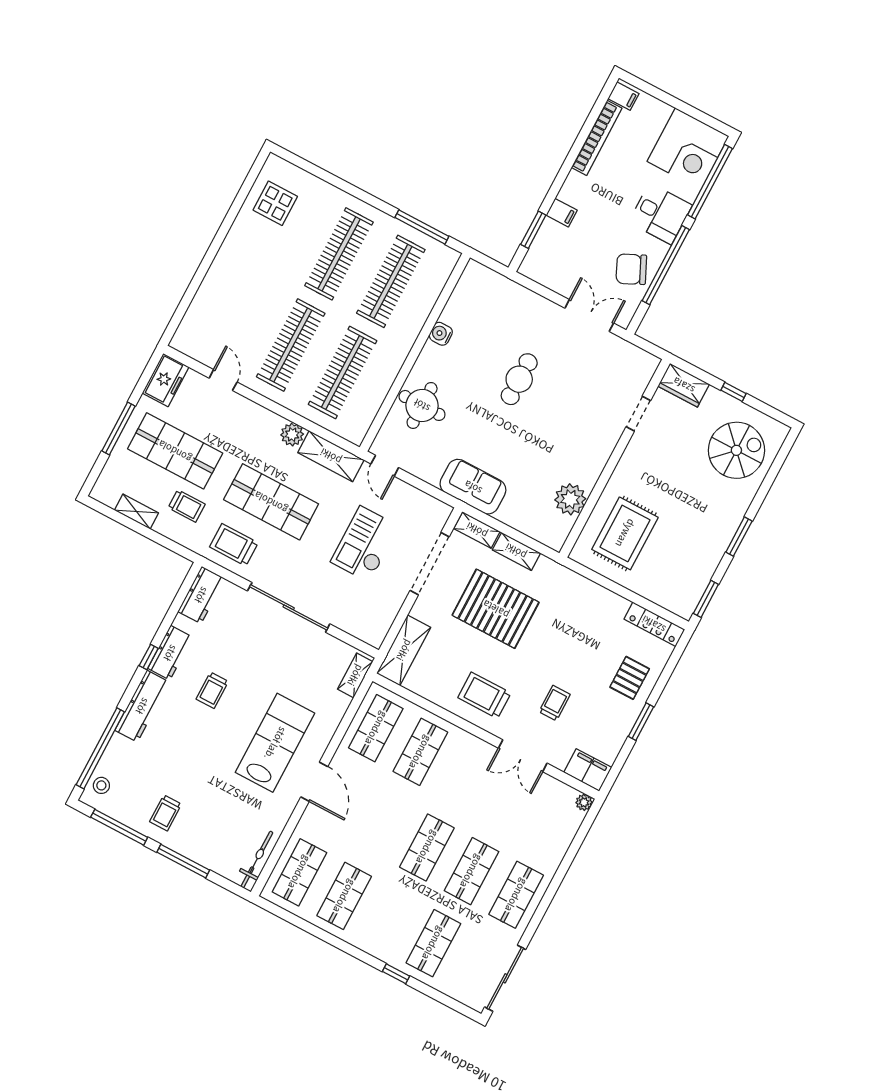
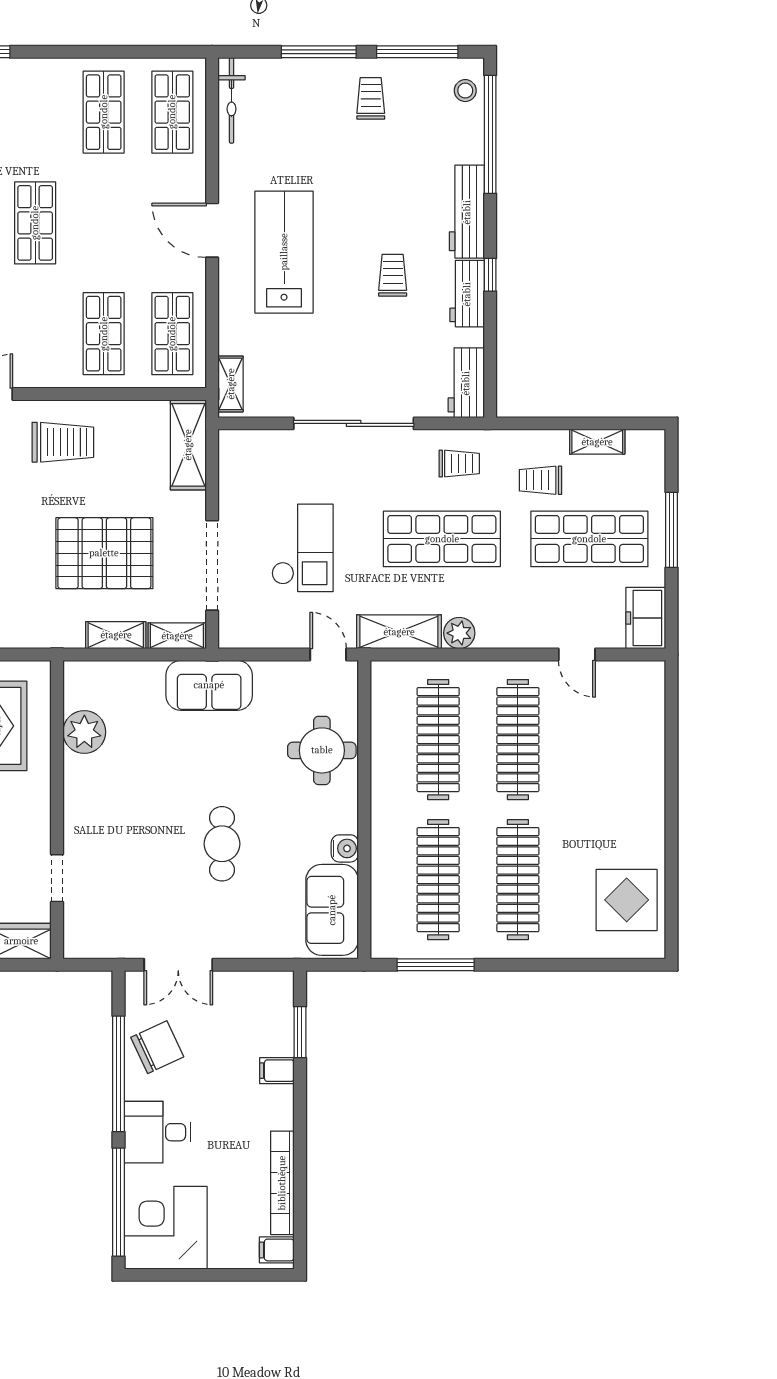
display table: (275, 203) -> (627, 900), width x1.36, depth x1.36
sofa: (470, 298) -> (332, 910), added
trolley: (234, 545) -> (459, 464), width x0.73, depth x0.72
lab bench: (275, 743) -> (284, 252), turned 180

